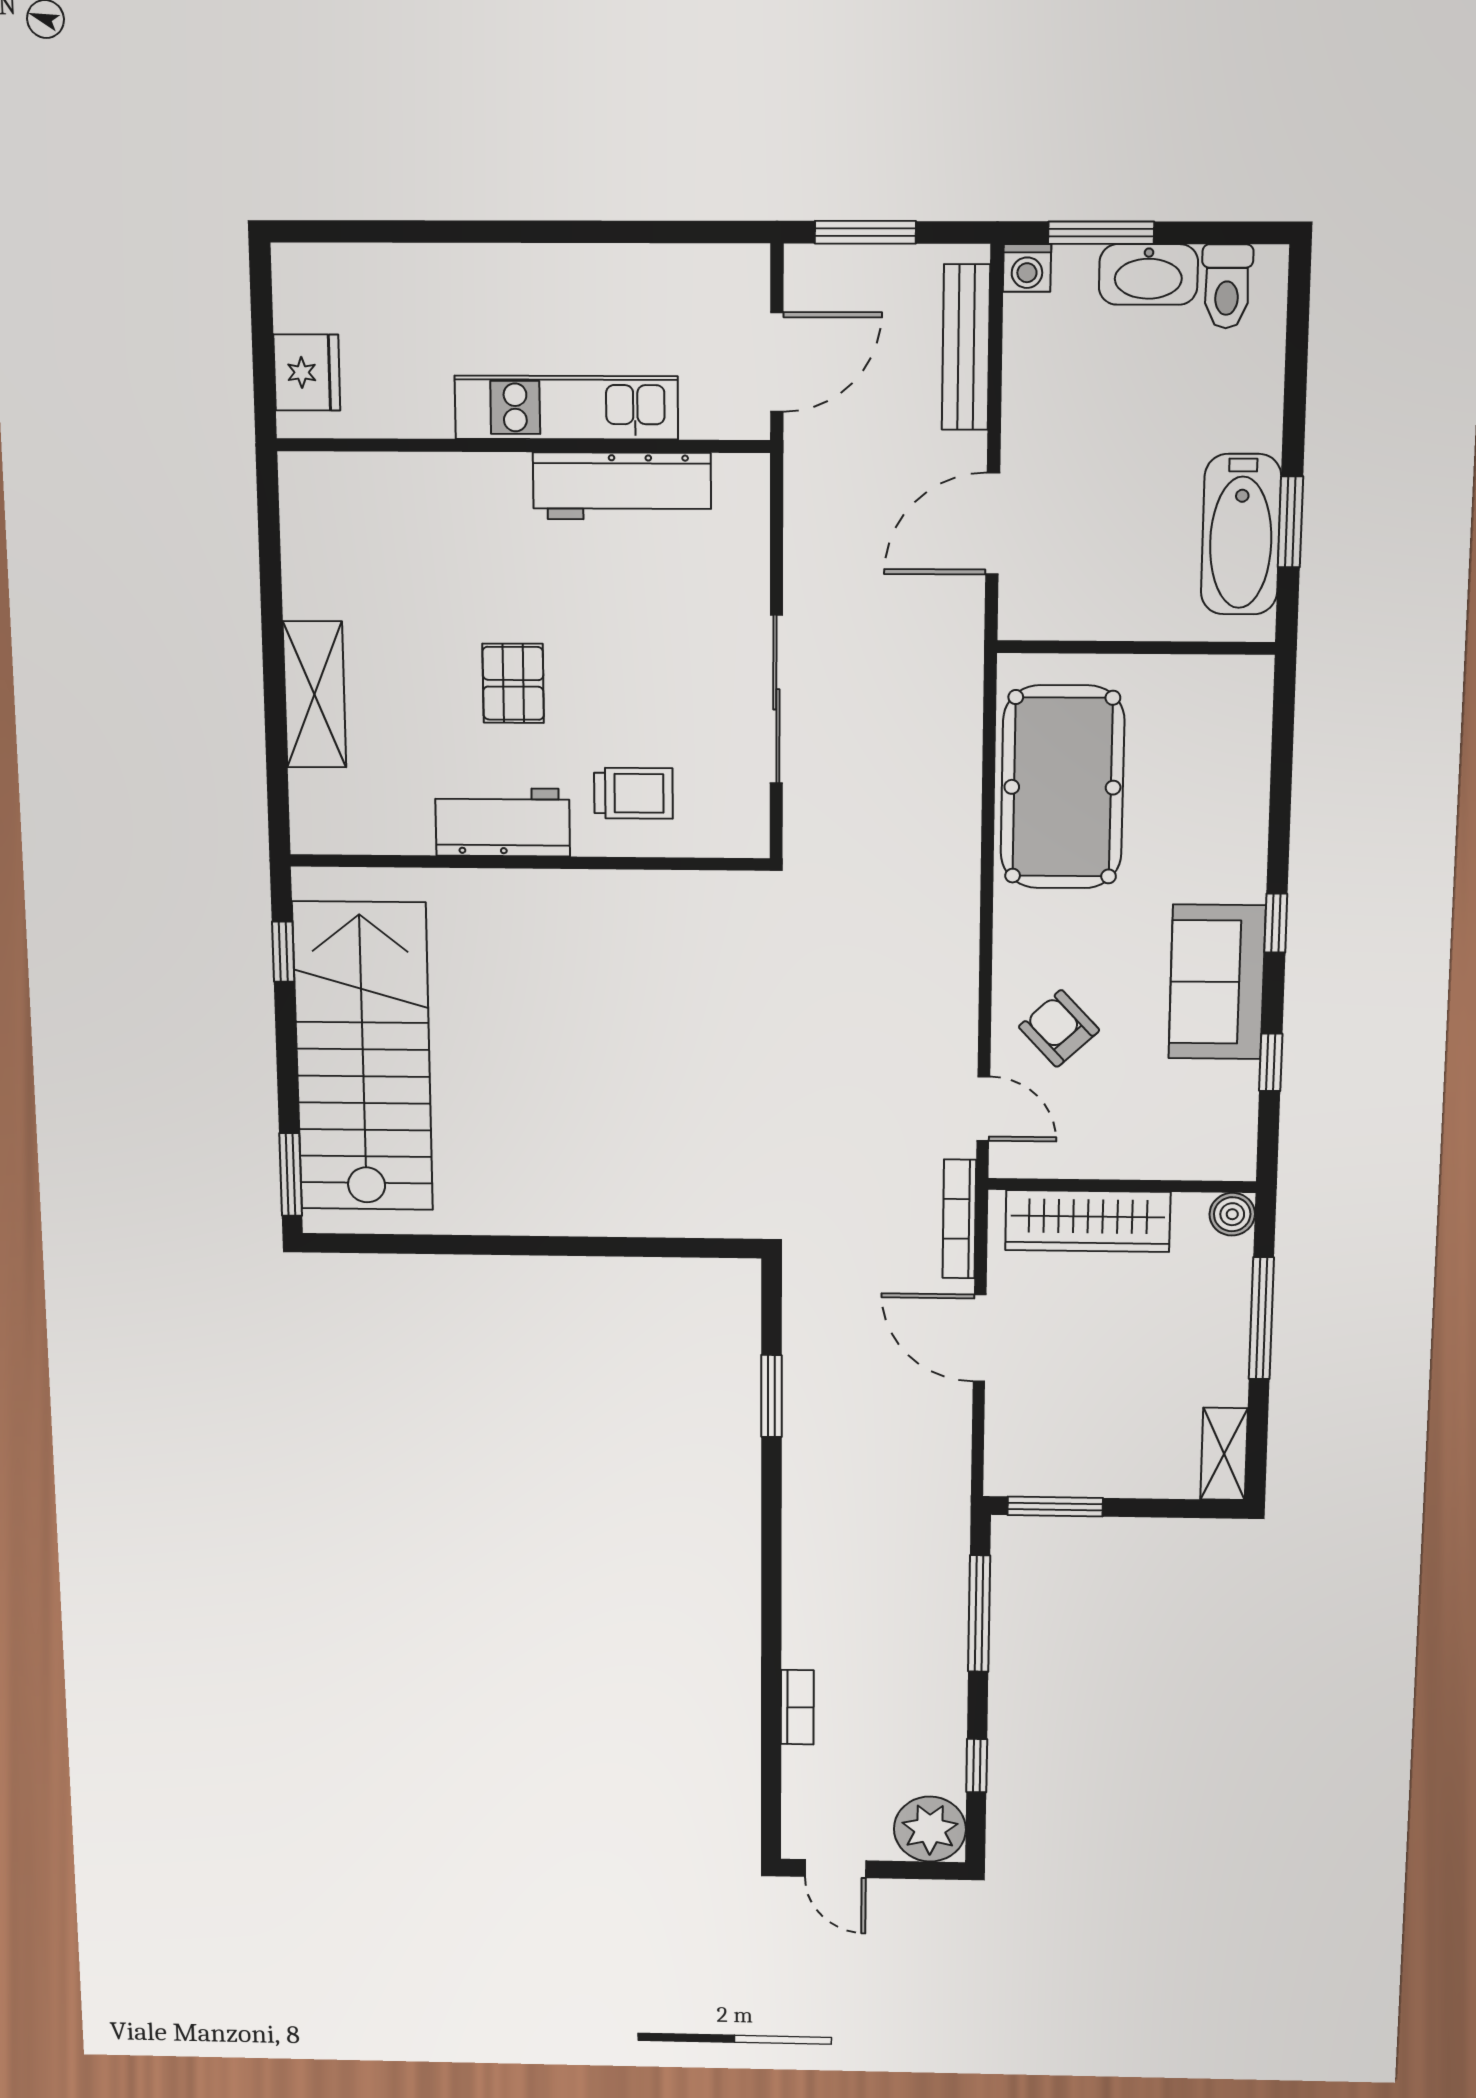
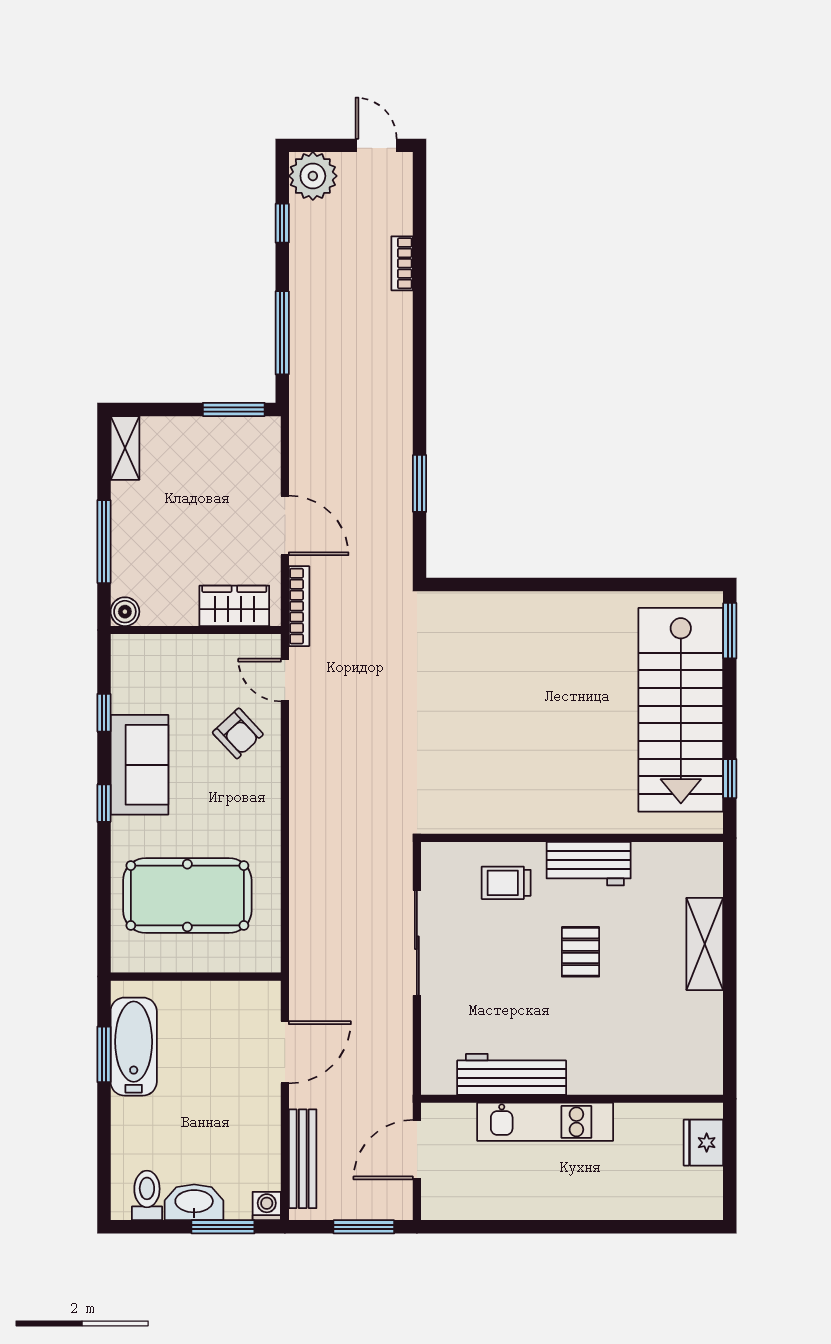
pool table: (1062, 787) -> (187, 896), moved, turned 90
wardrobe: (1088, 1221) -> (234, 606), width x0.67

